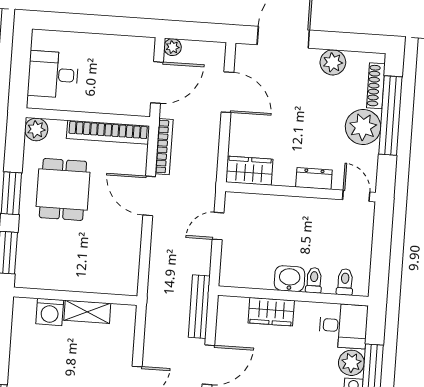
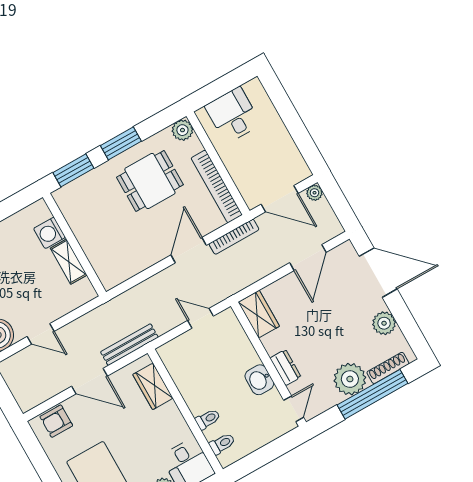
washbasin: (290, 279) -> (259, 380), moved, turned 180
wardrobe: (271, 312) -> (153, 386), moved

